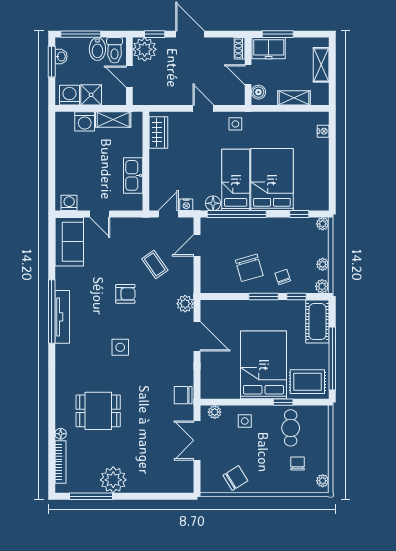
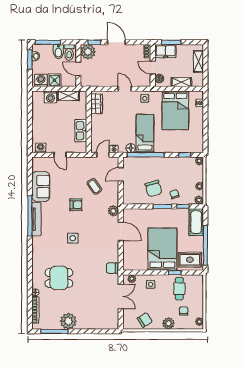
bed: (272, 180) -> (175, 110), moved, turned 180
sofa: (69, 242) -> (41, 187), moved
double door: (197, 440) -> (121, 296), swing flipped
plant: (273, 484) -> (168, 323), added

